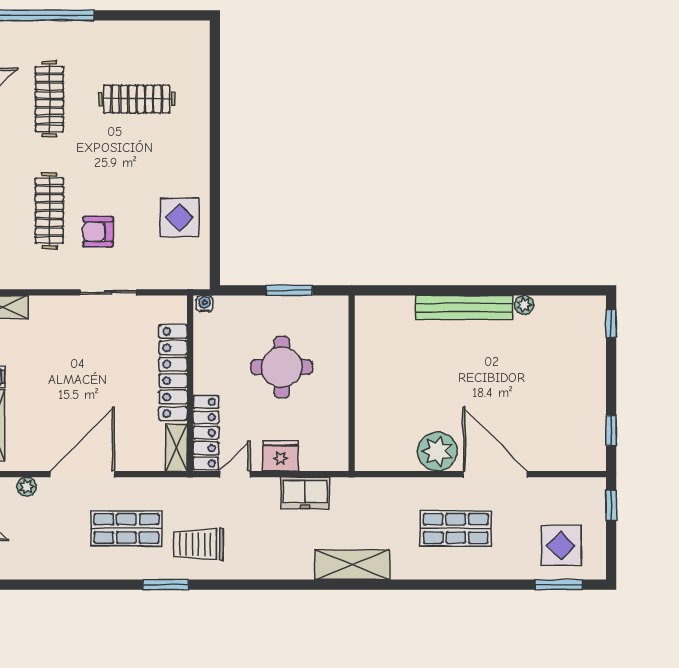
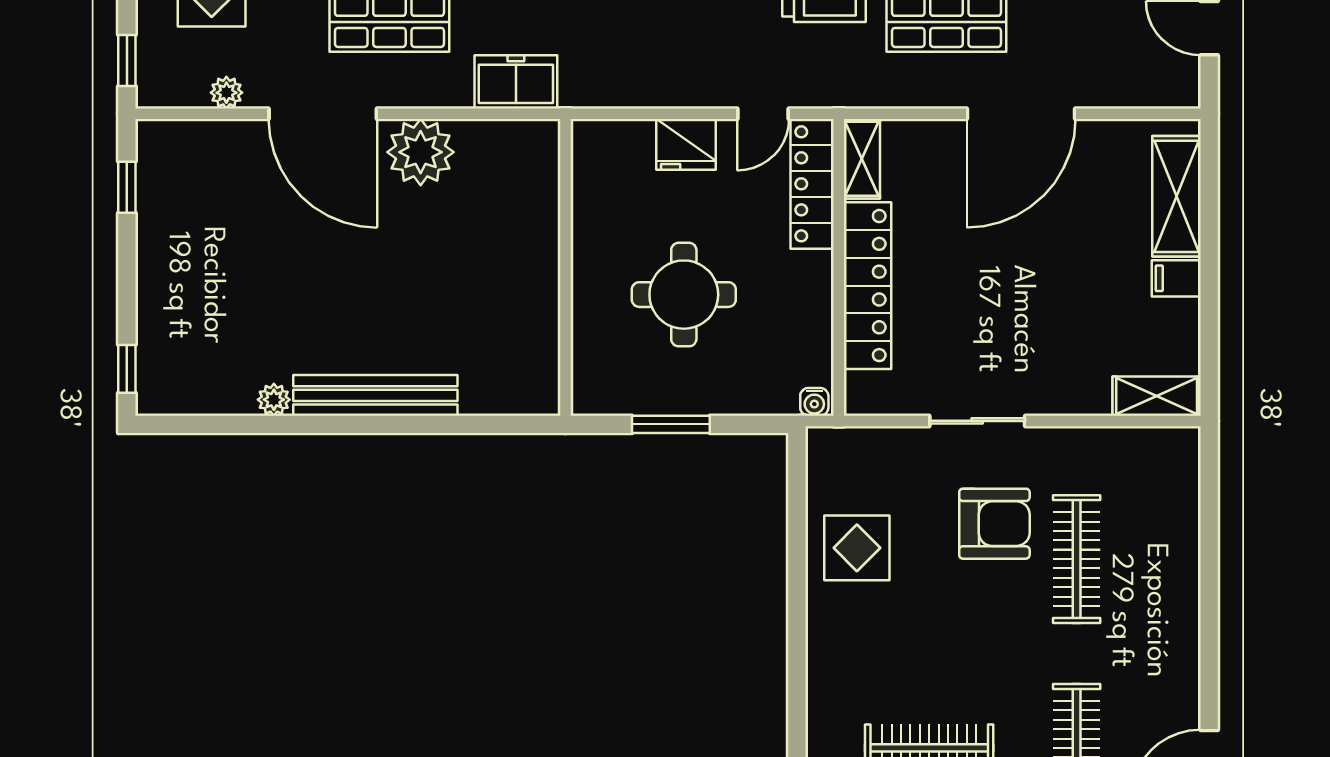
armchair: (98, 232) -> (994, 524), width x1.38, depth x1.38
plant: (26, 487) -> (226, 93), moved
freezer: (305, 493) -> (516, 82), moved

